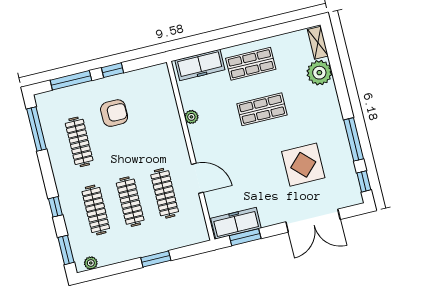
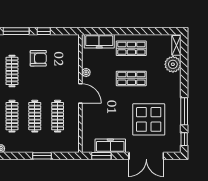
display table: (303, 165) -> (149, 119), width x1.36, depth x1.36
door: (197, 178) -> (80, 93), moved
freezer: (236, 223) -> (110, 146), moved

